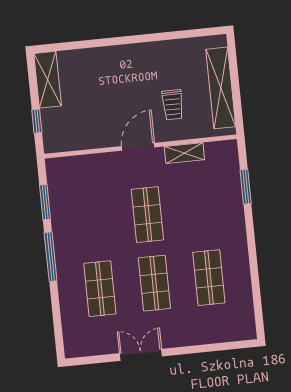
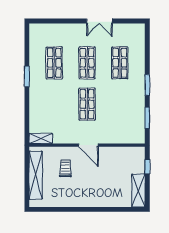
door: (138, 147) -> (88, 145), hinge flipped
shelving: (184, 153) -> (41, 139), moved
window: (246, 187) -> (27, 77), moved
window: (51, 257) -> (147, 85), width x0.69

